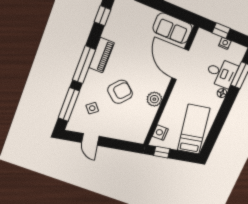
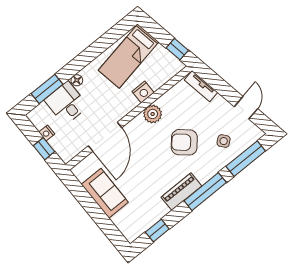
sofa: (173, 28) -> (105, 193), moved
nightstand: (160, 133) -> (143, 92), moved
tv unit: (131, 137) -> (201, 86), added

